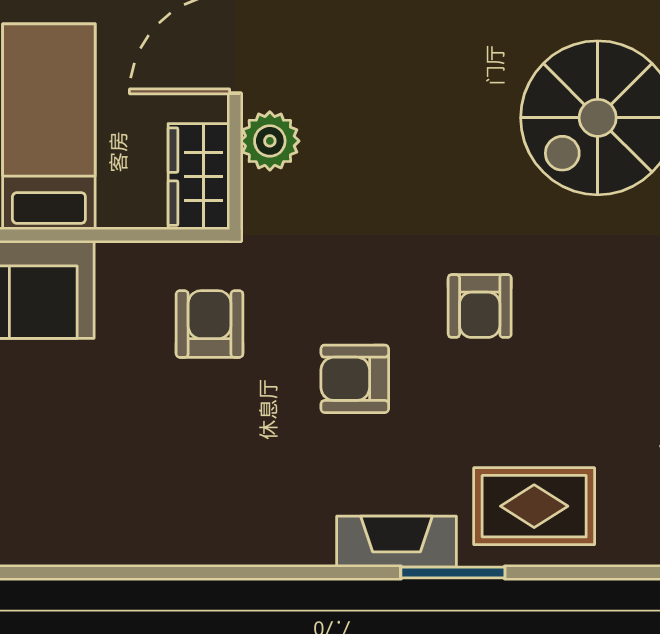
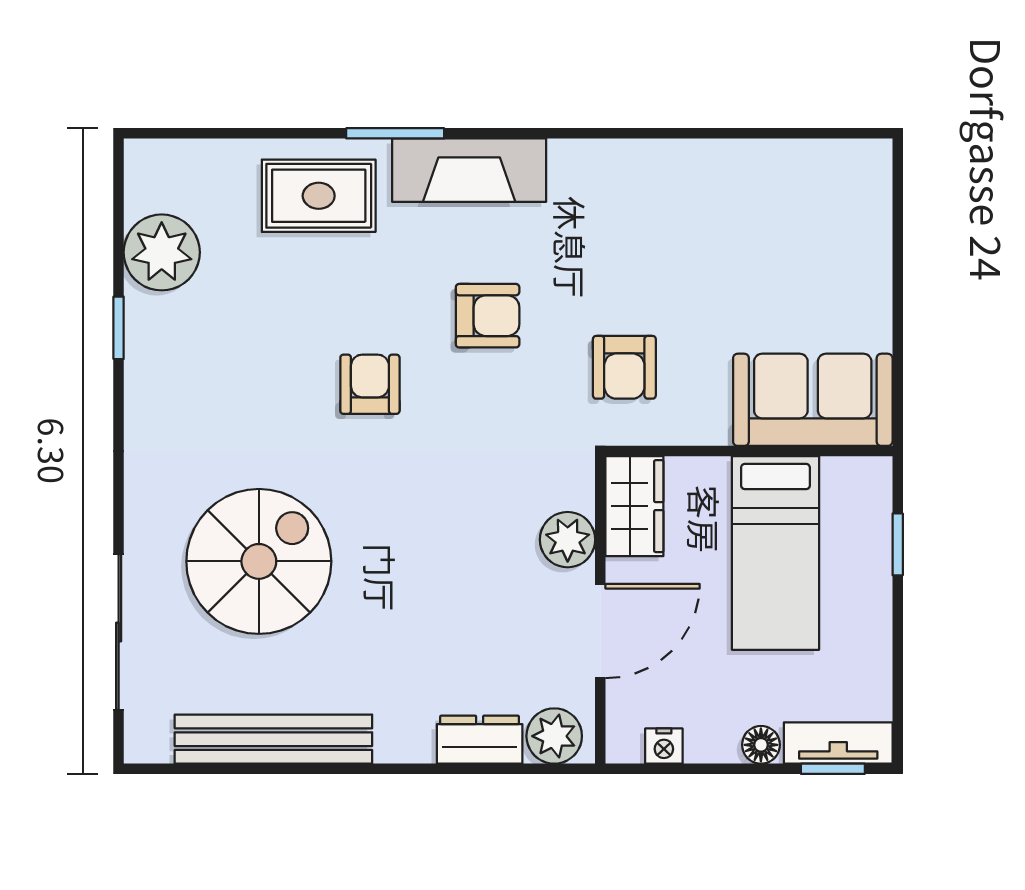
fireplace: (396, 542) -> (469, 170), width x1.37, depth x1.32

